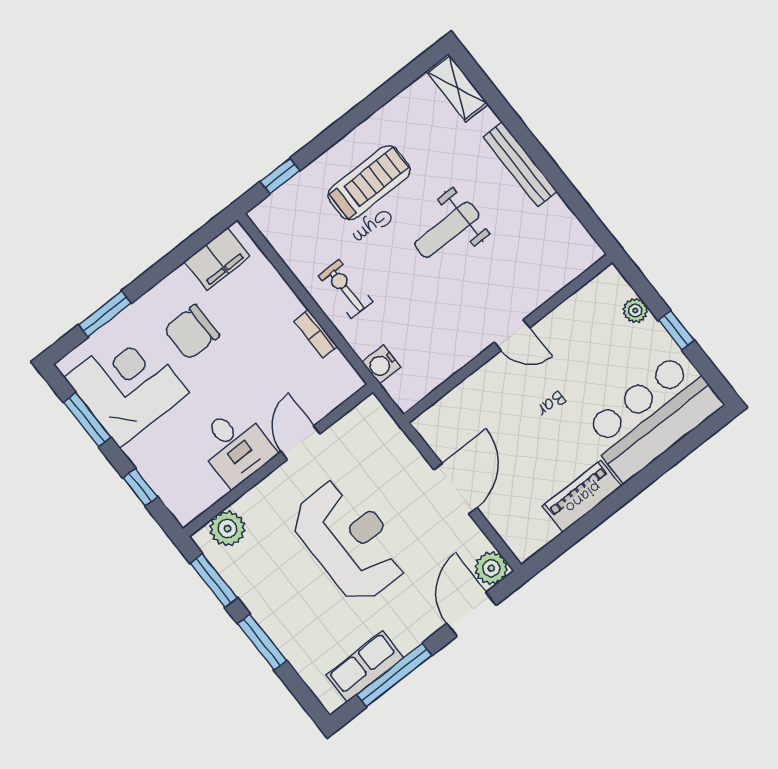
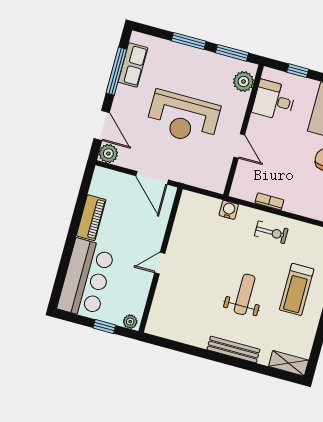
door: (512, 335) -> (160, 263), moved
wall: (508, 338) -> (161, 260), moved
desk: (235, 446) -> (274, 100), moved

